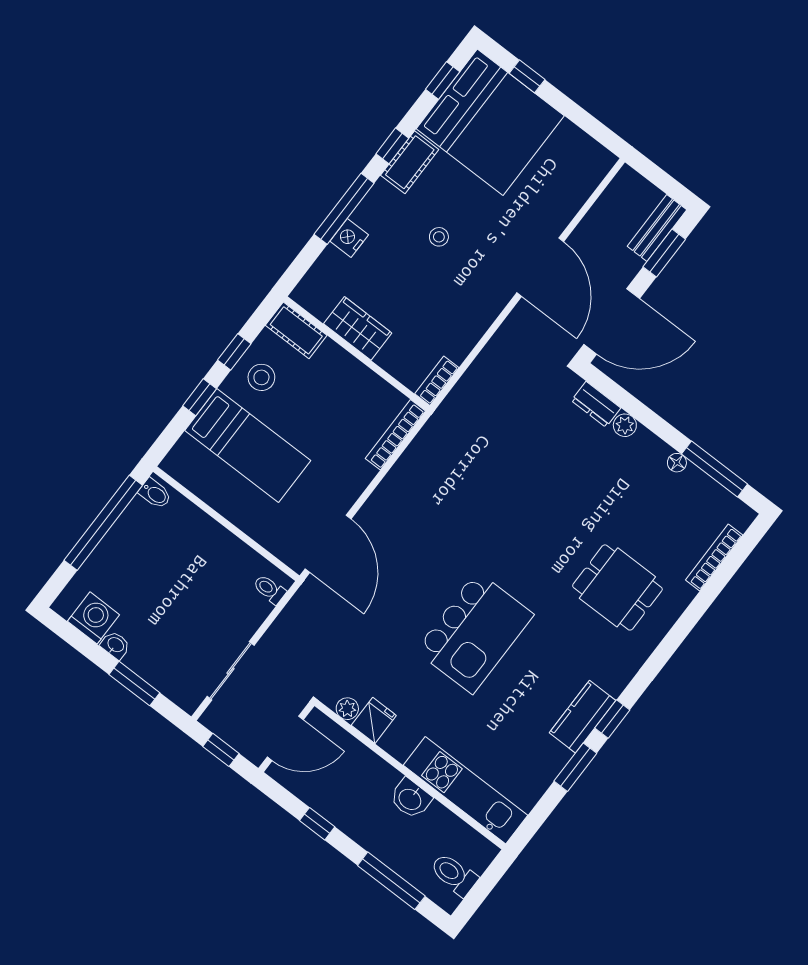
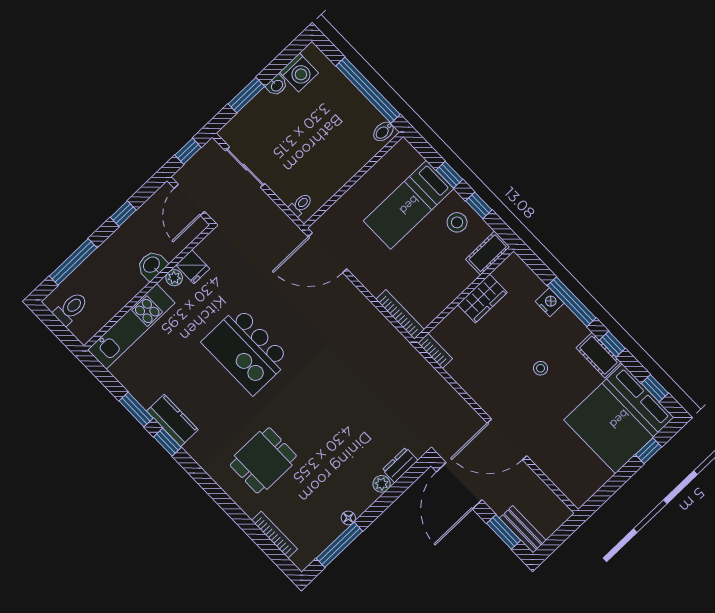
plant: (347, 709) -> (174, 278), moved
washbasin: (410, 799) -> (152, 265), moved

